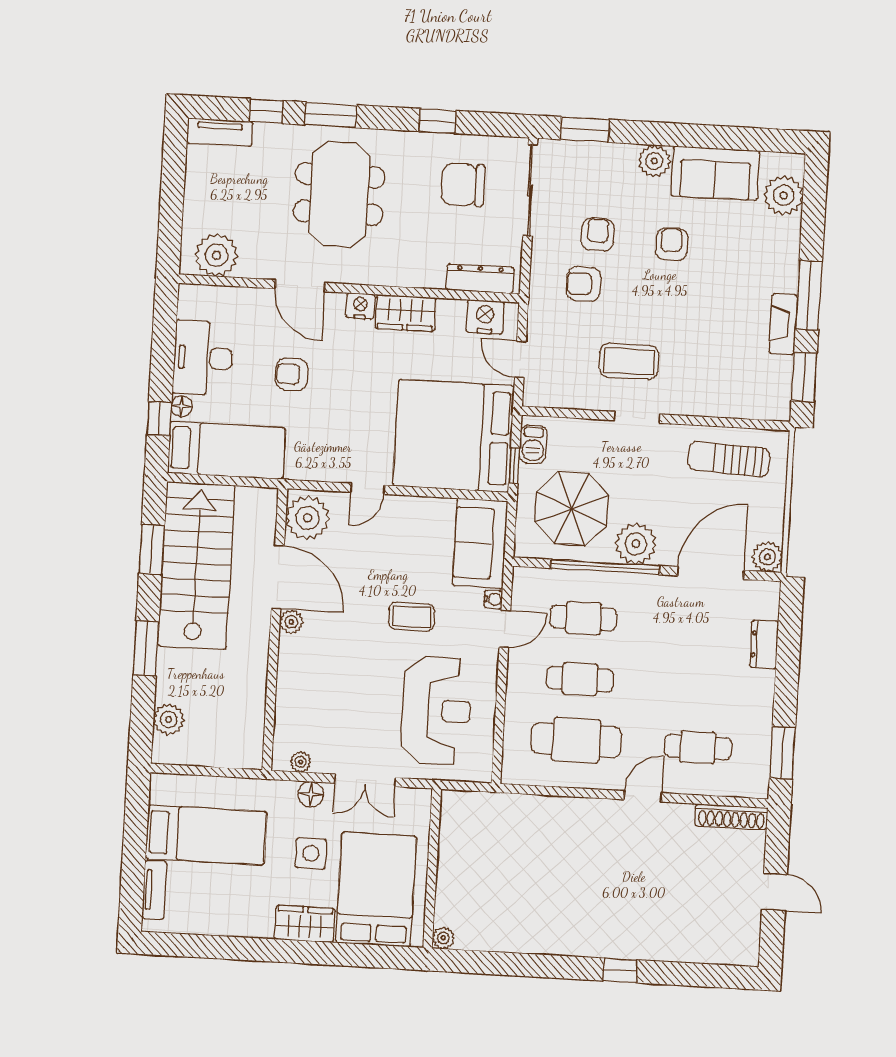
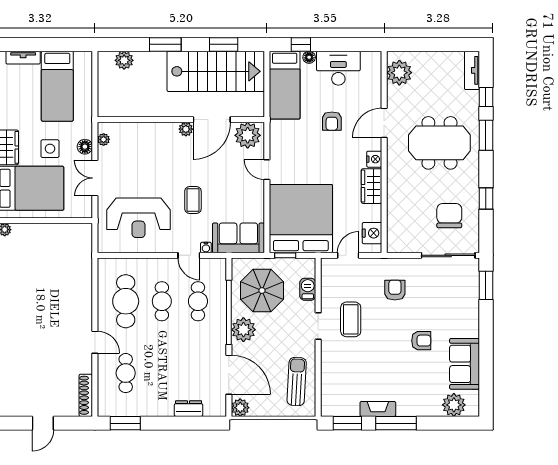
plant: (654, 161) -> (470, 327), removed
armchair: (598, 234) -> (425, 297), removed
dresser: (480, 279) -> (394, 229), removed
armchair: (292, 374) -> (332, 121), turned 180
barbecue: (533, 444) -> (308, 289), moved, turned 90

